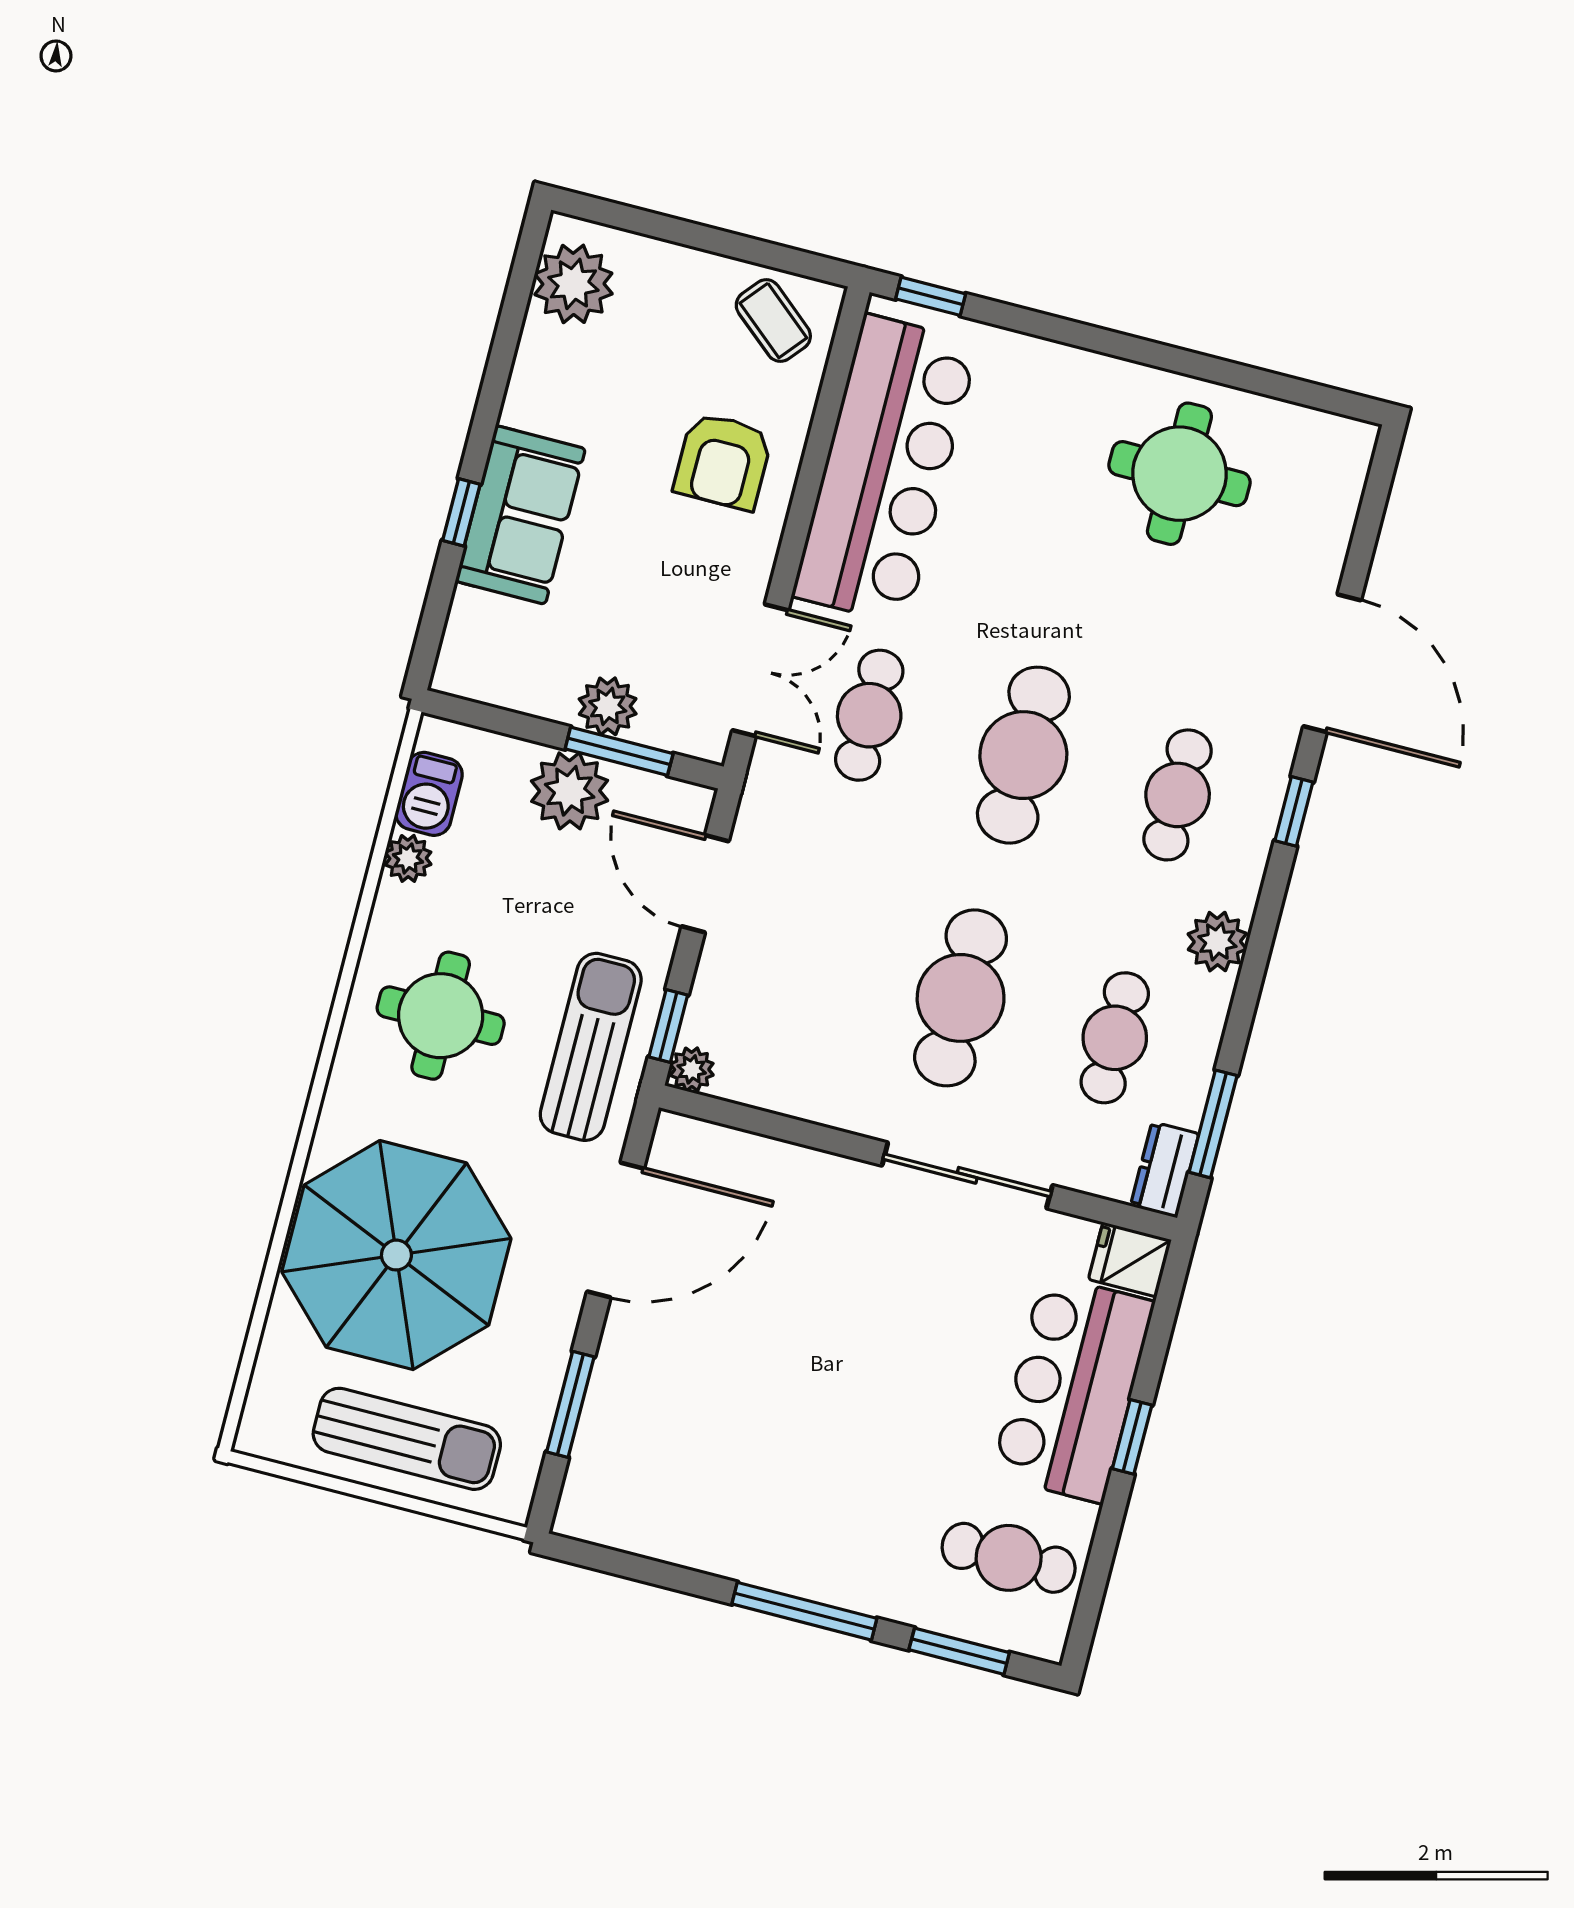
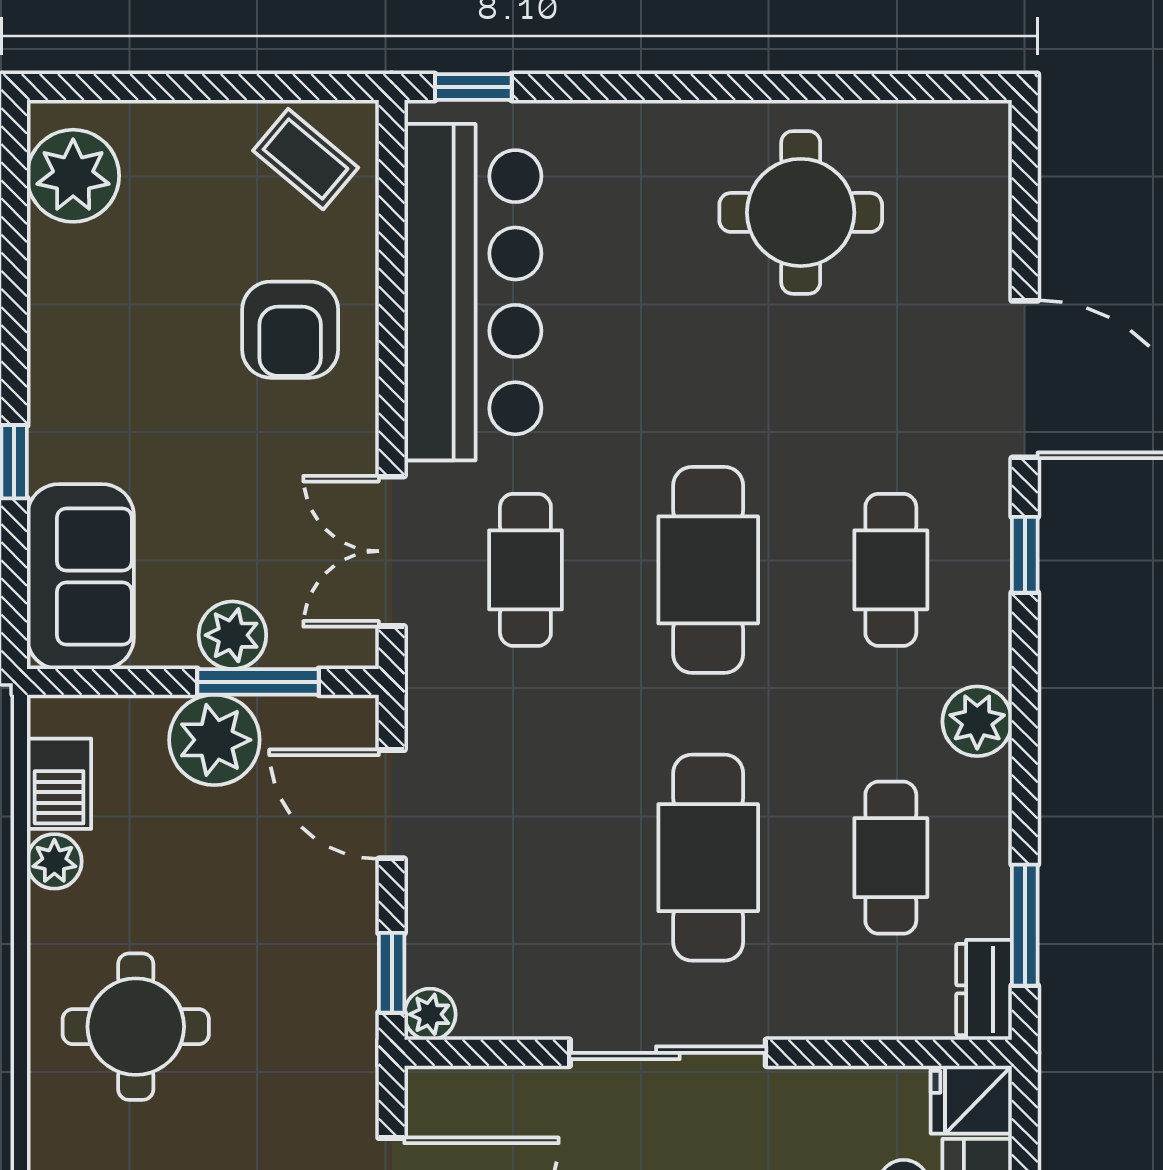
sofa: (520, 515) -> (80, 577), moved
double door: (760, 670) -> (392, 551), swing flipped
sun lounger: (591, 1047) -> (311, 1018), removed
sliding door: (967, 1175) -> (668, 1053), moved

